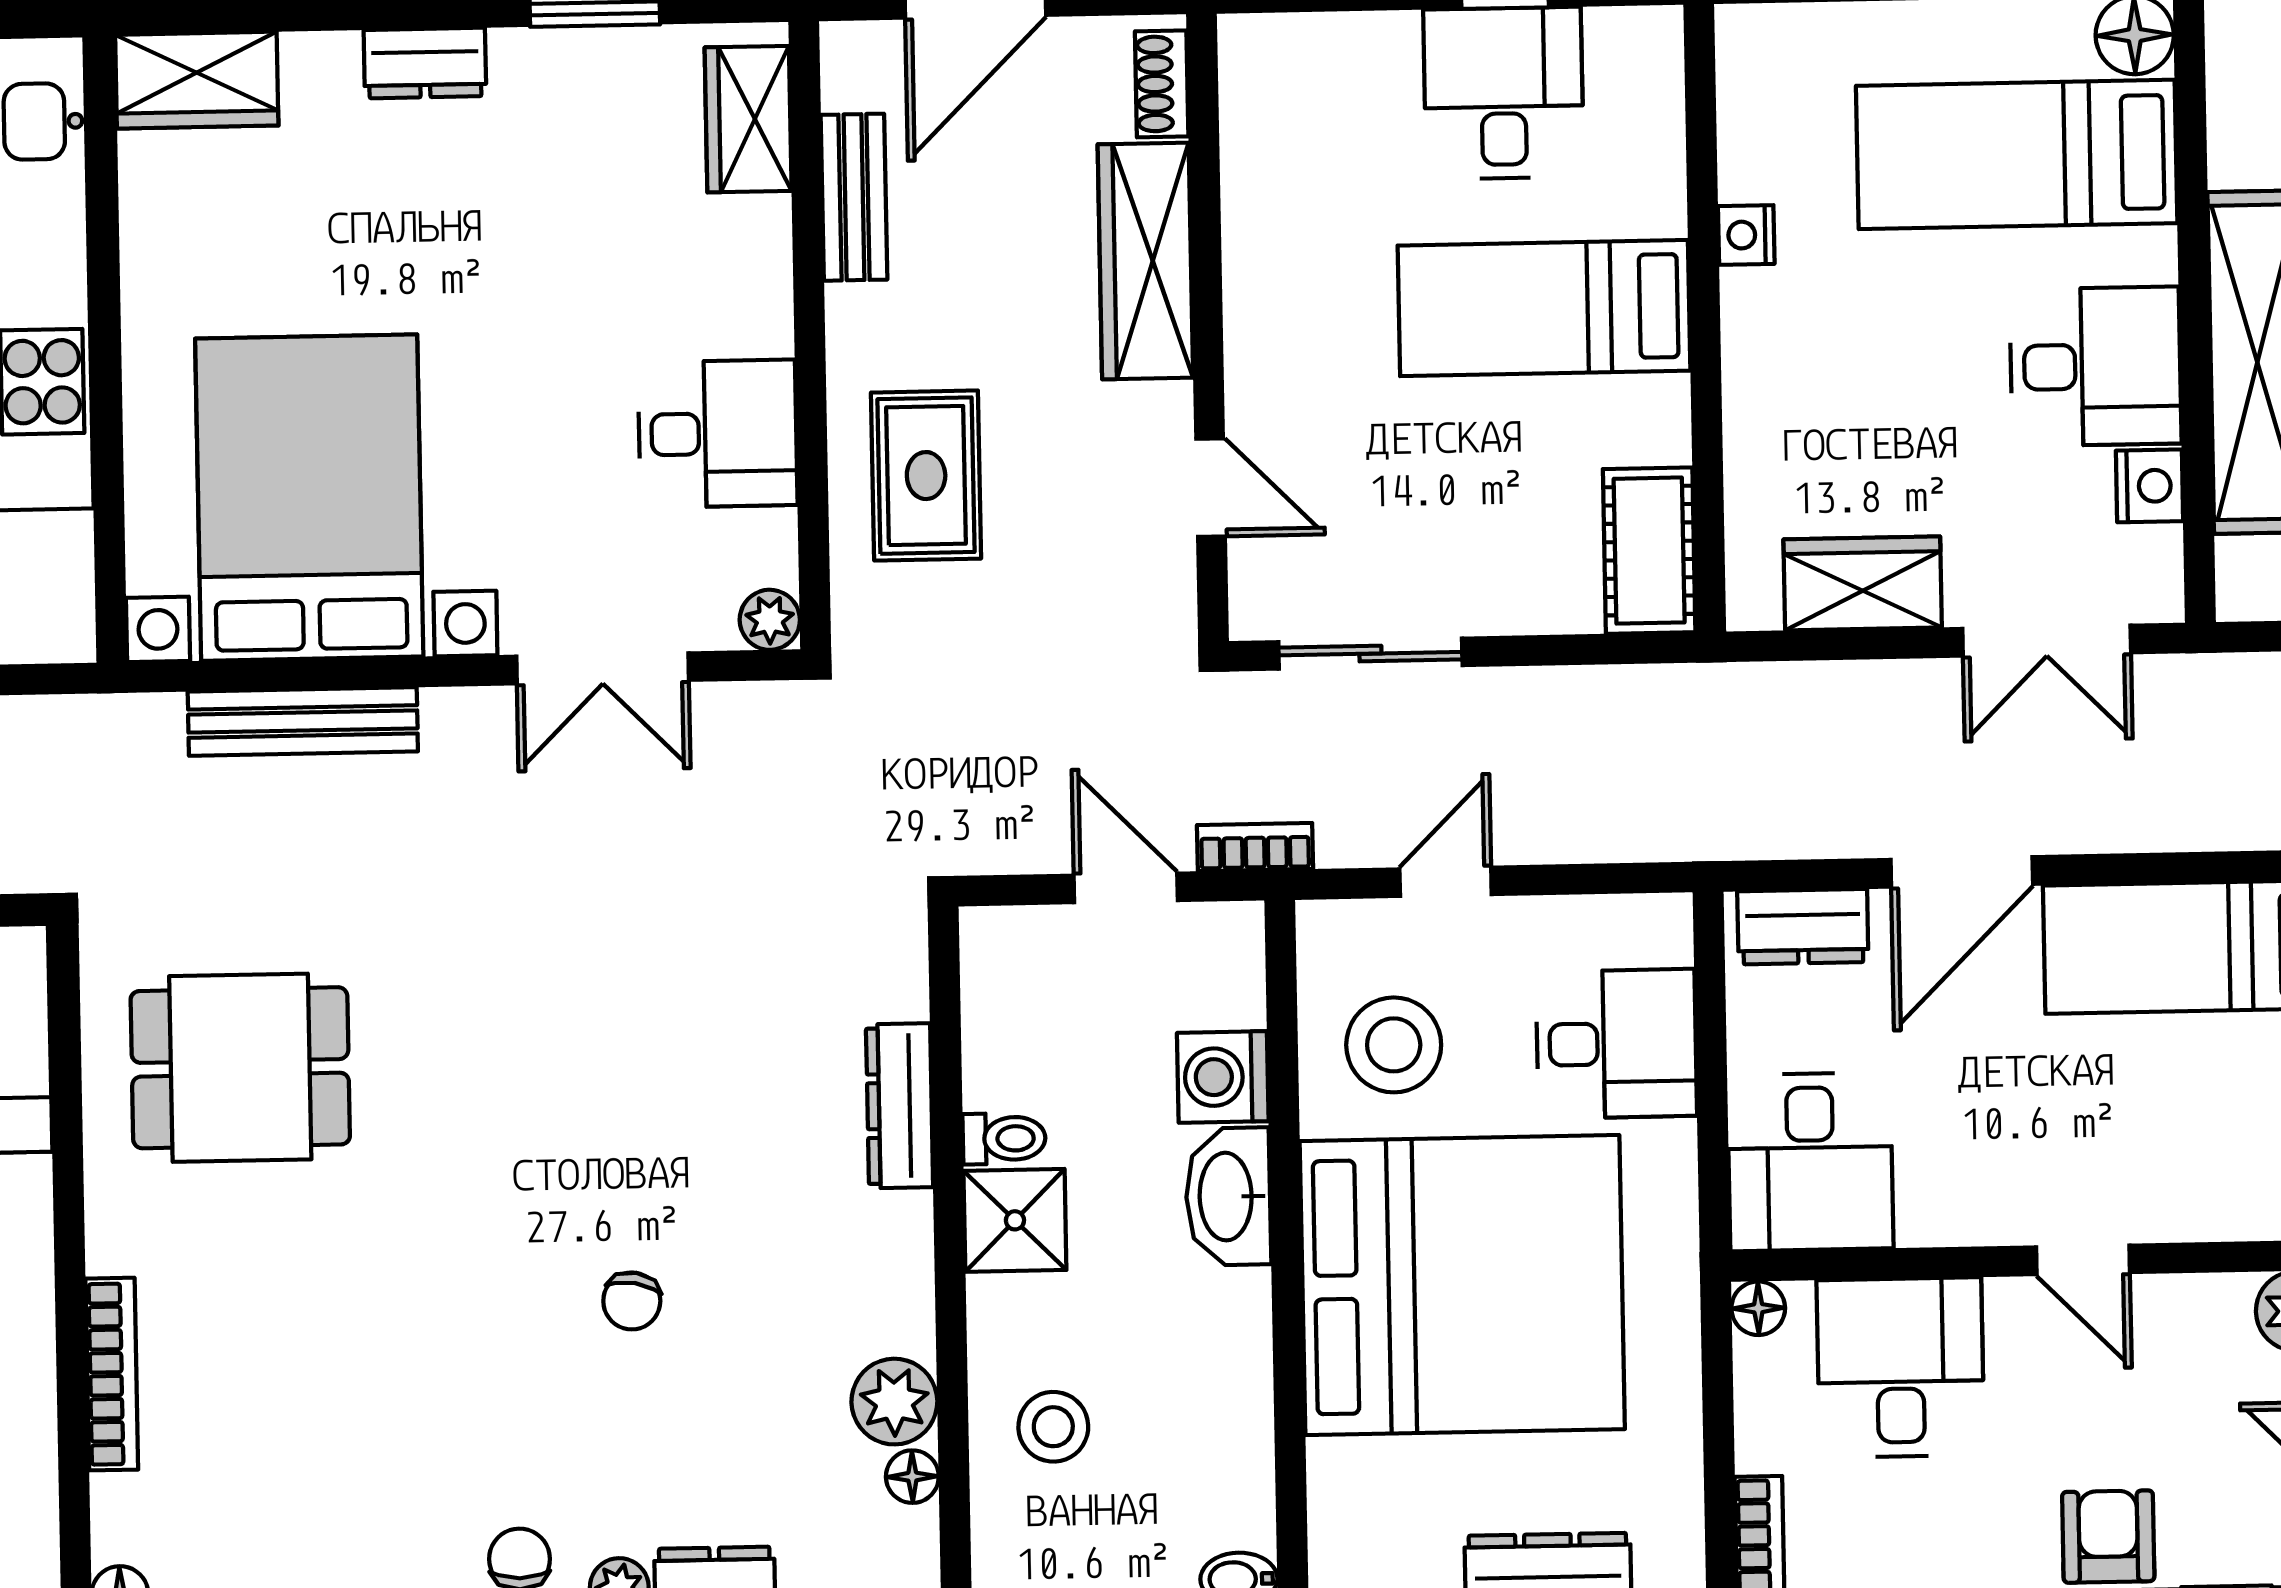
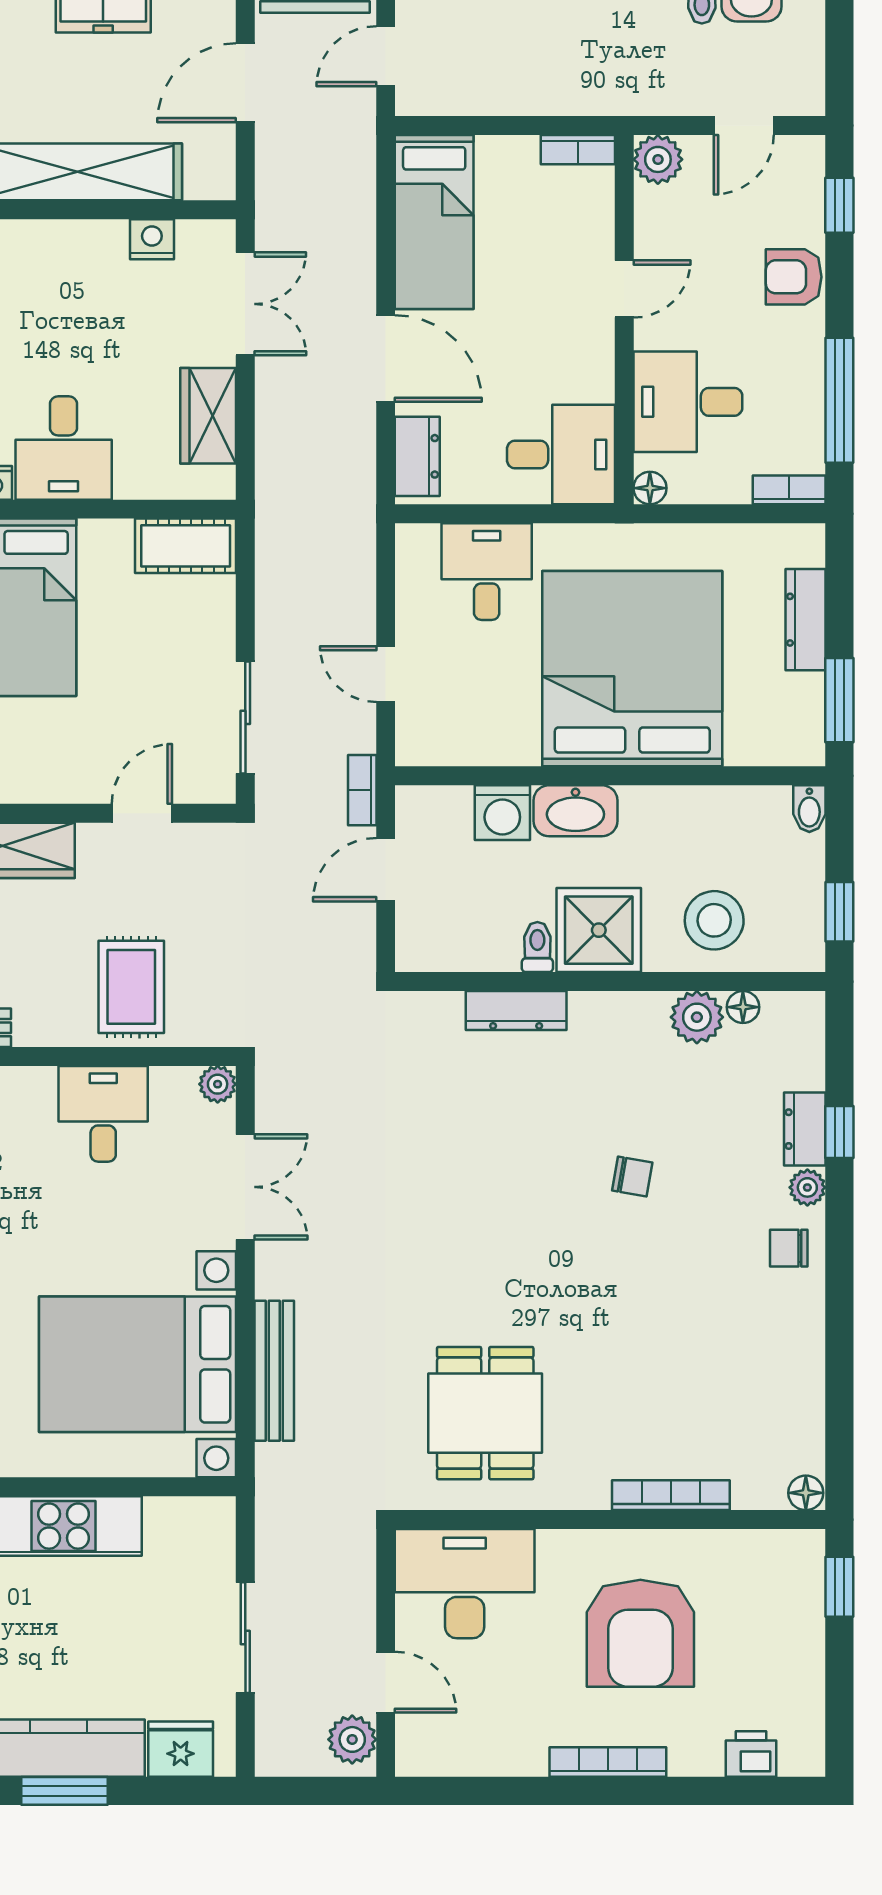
desk: (2095, 366) -> (64, 448), moved, turned 180
rug: (926, 476) -> (131, 987), turned 90
stool: (1394, 1045) -> (485, 708), removed
shower: (1015, 1220) -> (599, 930), width x1.36, depth x1.36
stool: (1053, 1427) -> (714, 920), width x1.38, depth x1.38

